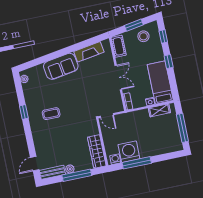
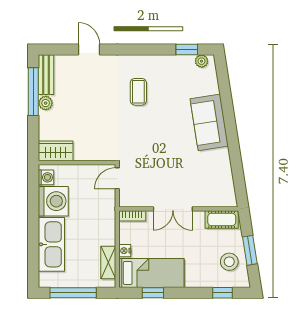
fireplace: (89, 52) -> (223, 171), removed
window: (169, 62) -> (153, 293), moved
window: (24, 112) -> (187, 50), moved
kitchen sink: (156, 147) -> (51, 244), added
wardrobe: (97, 151) -> (56, 151), width x0.67
window: (137, 163) -> (33, 210), removed
door: (35, 164) -> (89, 50), moved
window: (77, 175) -> (33, 92), moved

